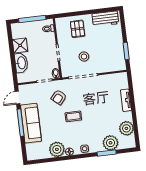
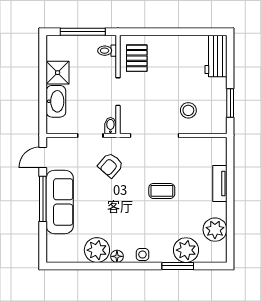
workbench: (105, 19) -> (216, 56), moved, turned 90
pallet: (78, 29) -> (137, 58), moved
stool: (84, 57) -> (188, 110), moved
coffee table: (73, 116) -> (162, 191), moved

